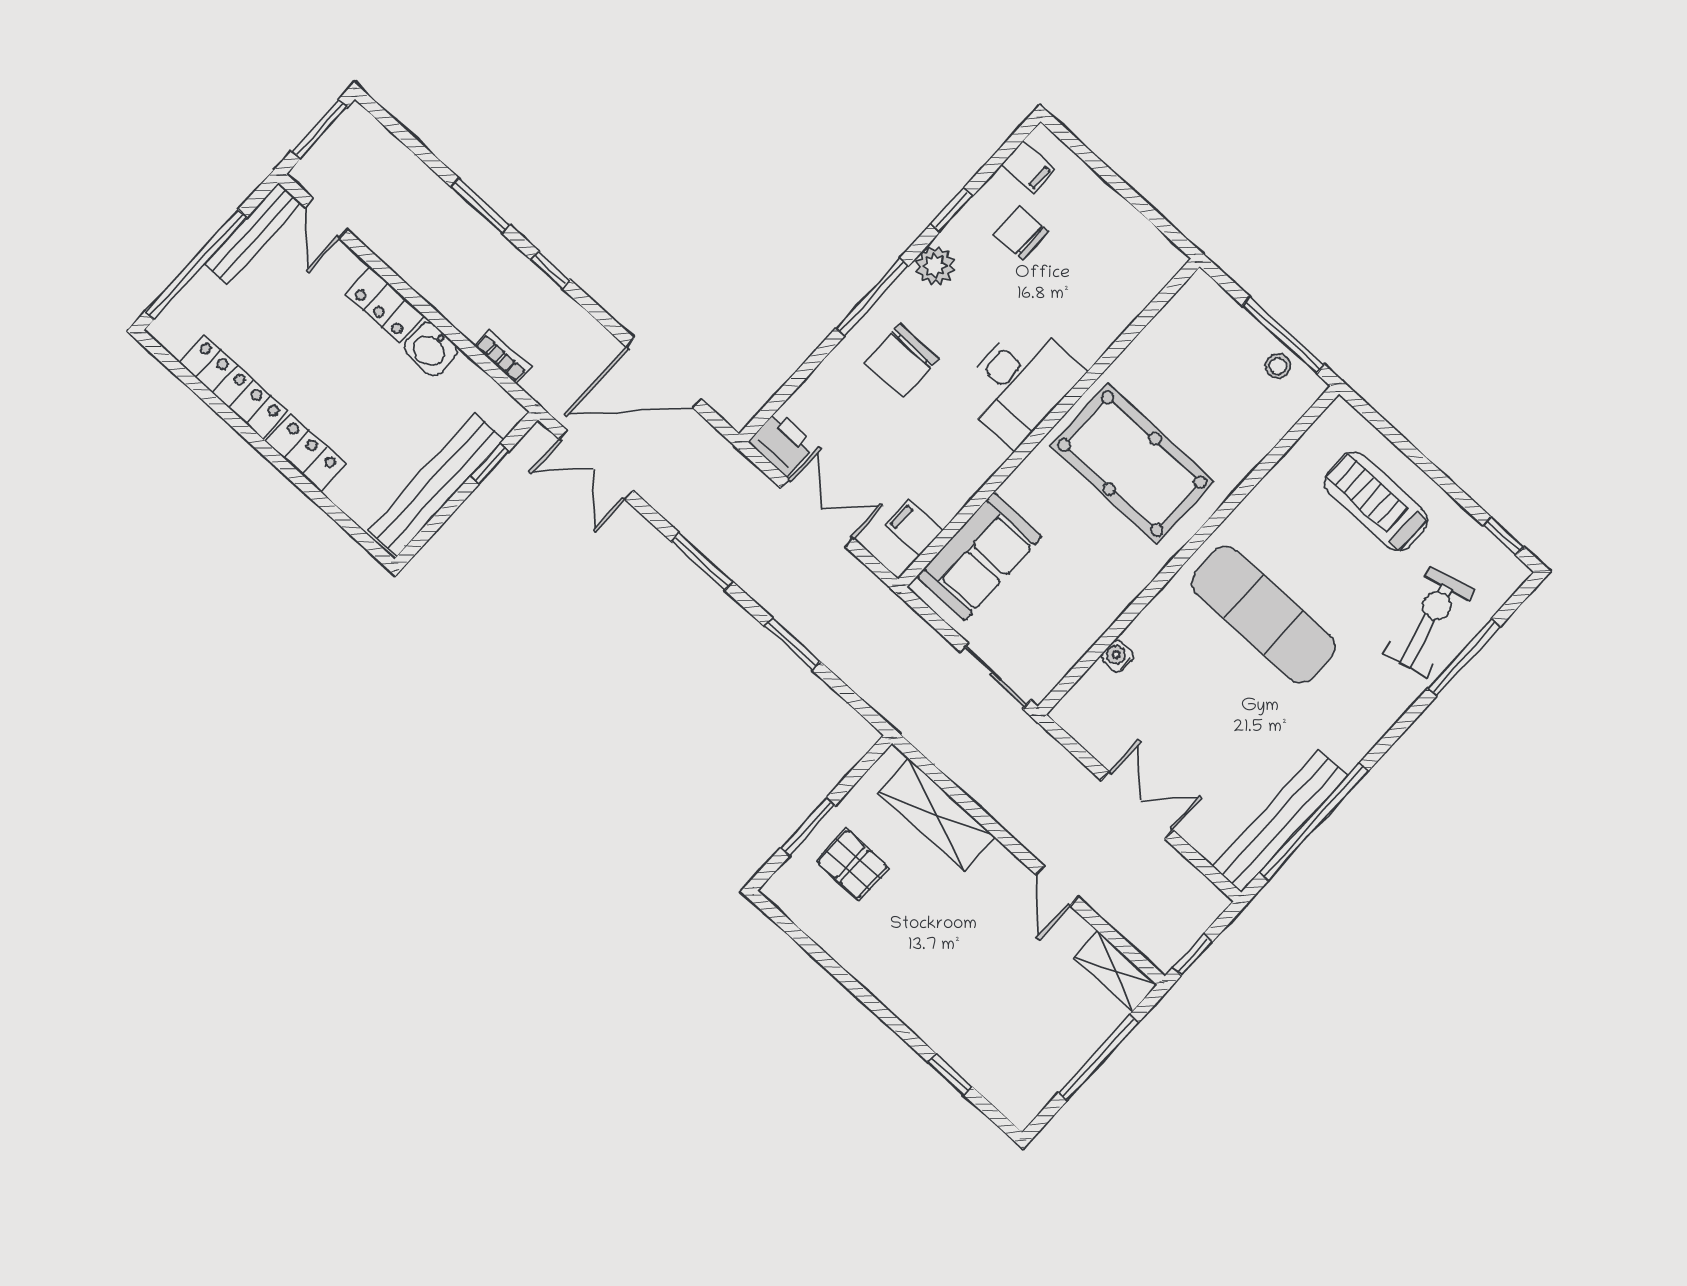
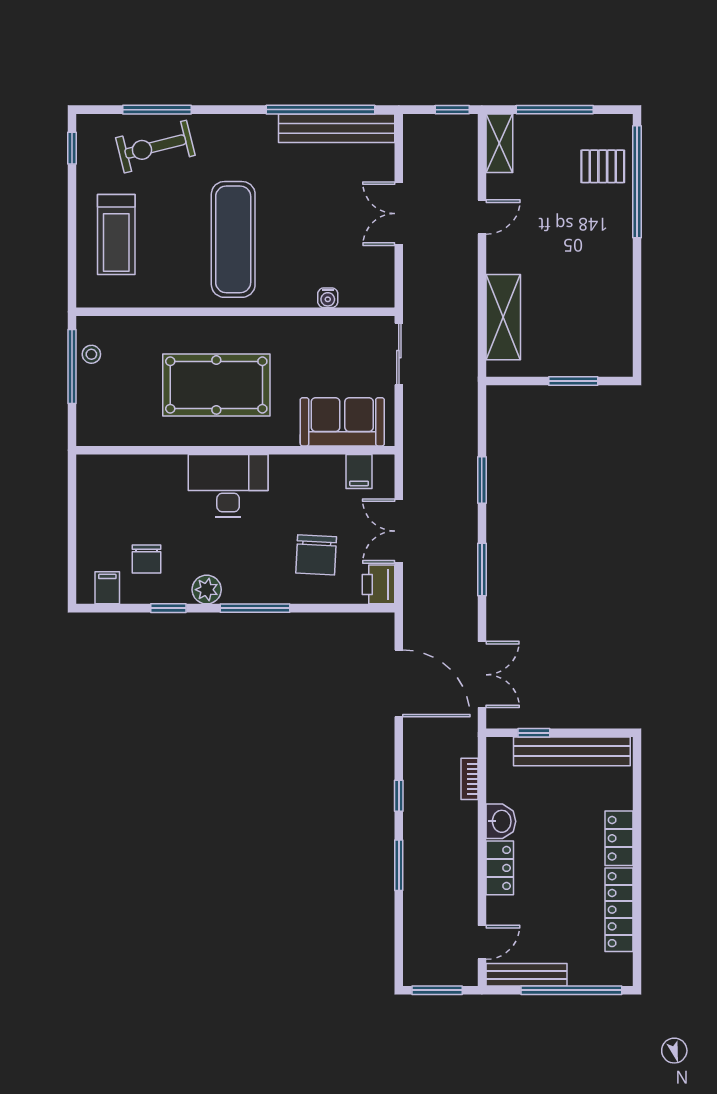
chair: (902, 361) -> (316, 555), moved, turned 93
pool table: (1132, 464) -> (216, 385), turned 90
pallet: (852, 864) -> (603, 166), moved, turned 90
window: (950, 1074) -> (637, 182), width x3.17

